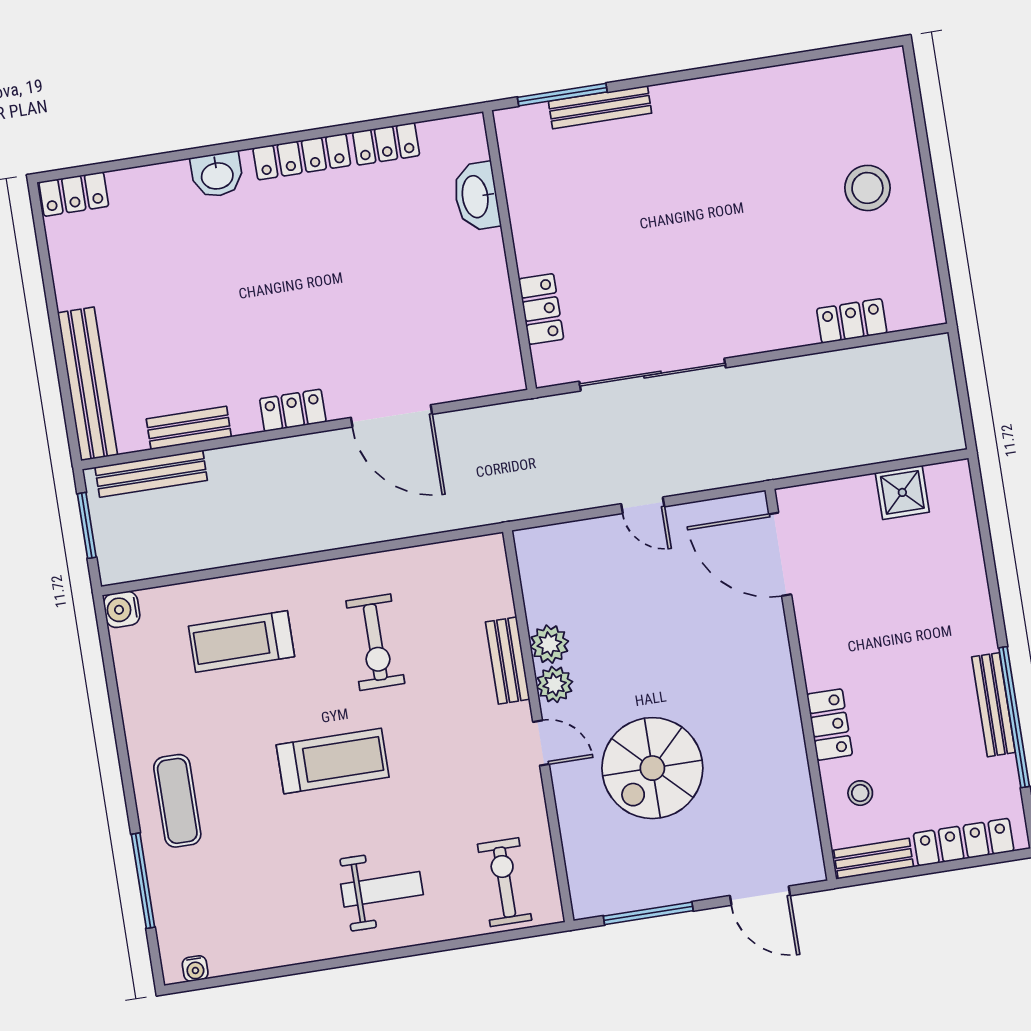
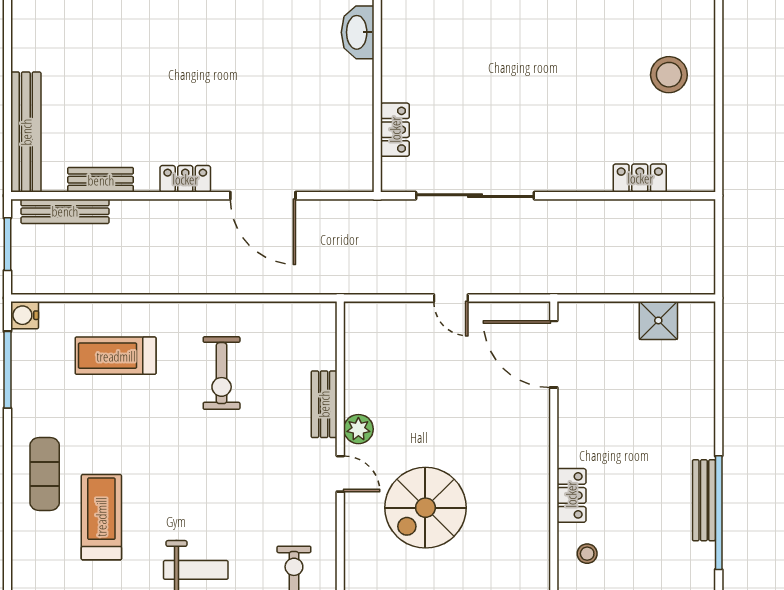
plant: (549, 644) -> (359, 396), removed
treadmill: (333, 761) -> (101, 517), moved, turned -90
window: (143, 881) -> (7, 370), moved

